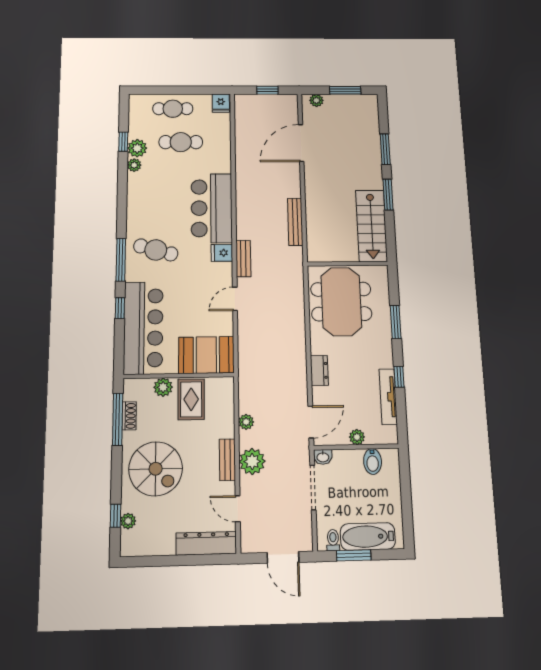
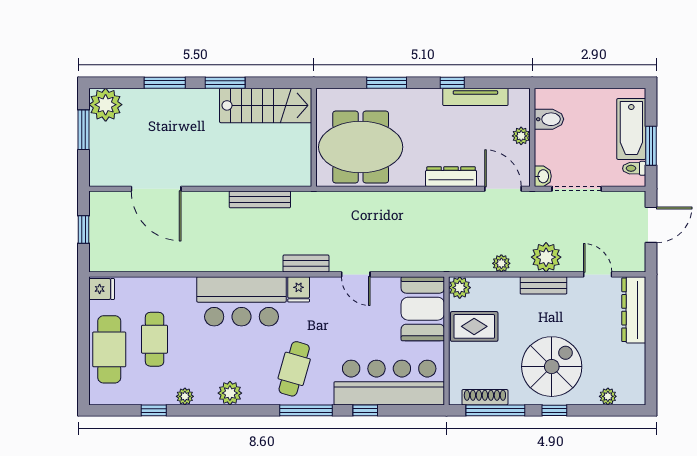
plant: (316, 100) -> (106, 105), moved, width x1.88, depth x1.88
cafe table: (173, 109) -> (109, 349), width x1.37, depth x1.35
plant: (137, 148) -> (230, 393), moved
dresser: (319, 371) -> (451, 177), width x1.44
plant: (163, 387) -> (460, 288), moved
shoe rack: (129, 416) -> (485, 397), width x1.43
door: (238, 509) -> (598, 274), swing flipped
window: (116, 516) -> (554, 410), moved

